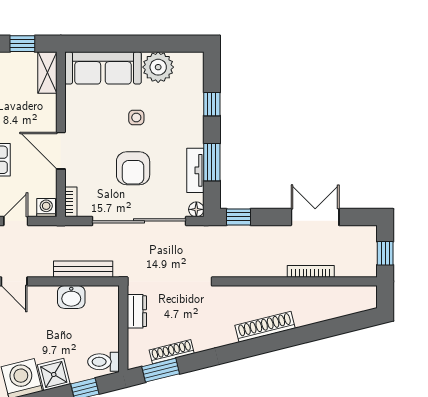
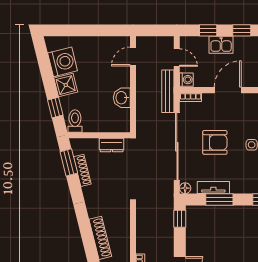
armchair: (133, 168) -> (215, 142), turned 180
bench: (83, 269) -> (168, 91), moved

